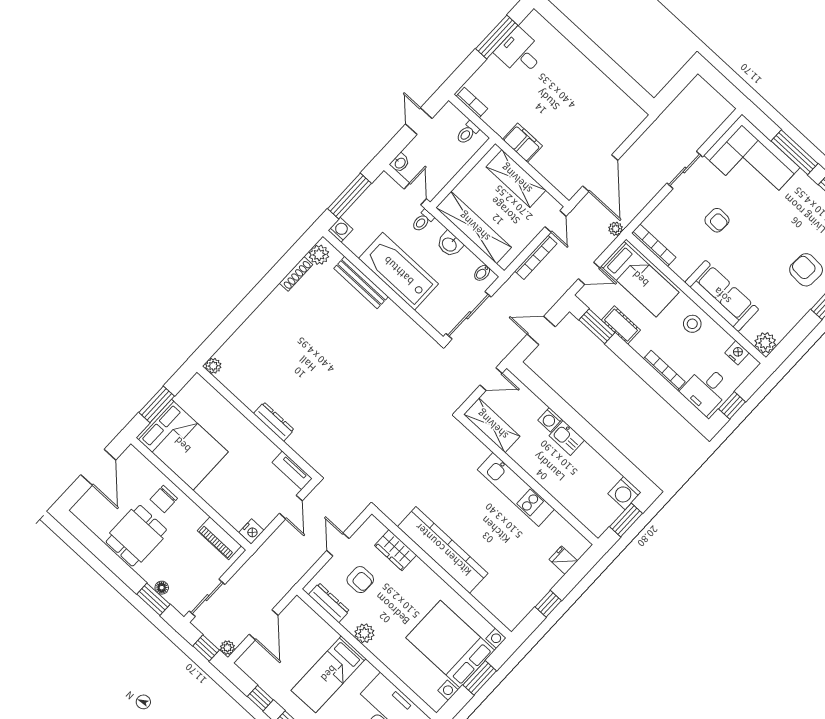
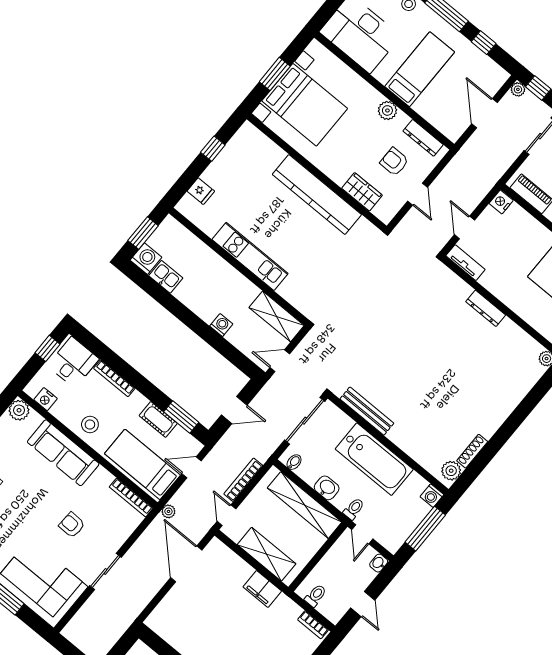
bench: (361, 283) -> (367, 411), moved
kitchen sink: (567, 438) -> (166, 277), moved

